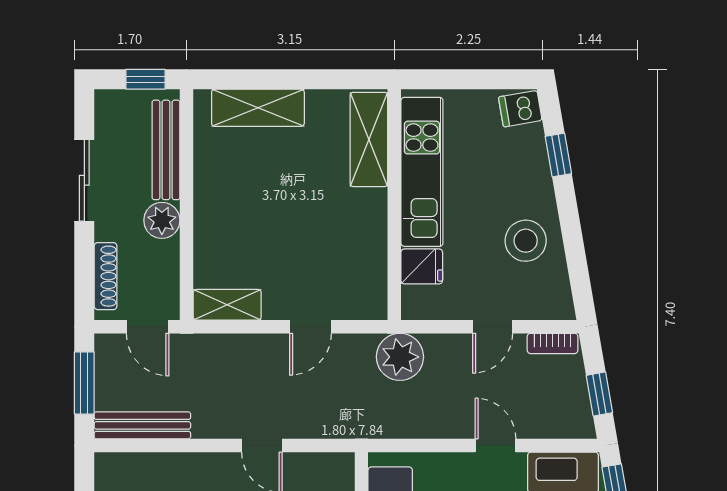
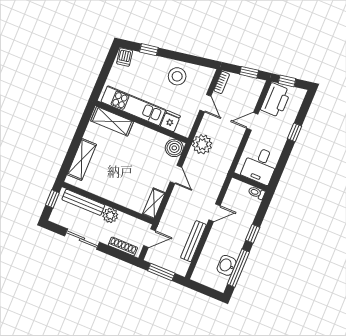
boiler: (367, 299) -> (174, 148), added
bench: (142, 425) -> (193, 241), moved

